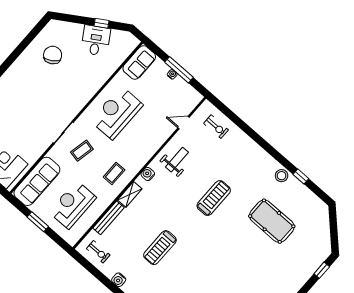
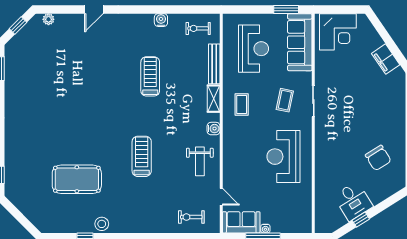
sofa: (139, 63) -> (241, 222), moved, turned 90
reception desk: (117, 113) -> (283, 157), turned 180
door: (183, 123) -> (221, 197), hinge flipped
treadmill: (214, 198) -> (142, 156), turned 180
window: (38, 222) -> (286, 9), moved

